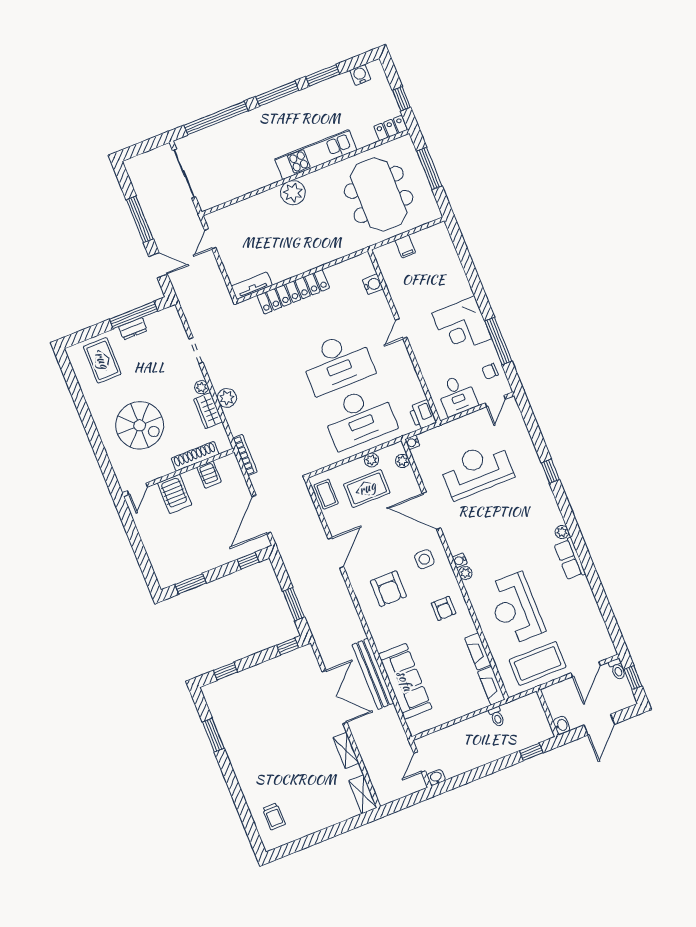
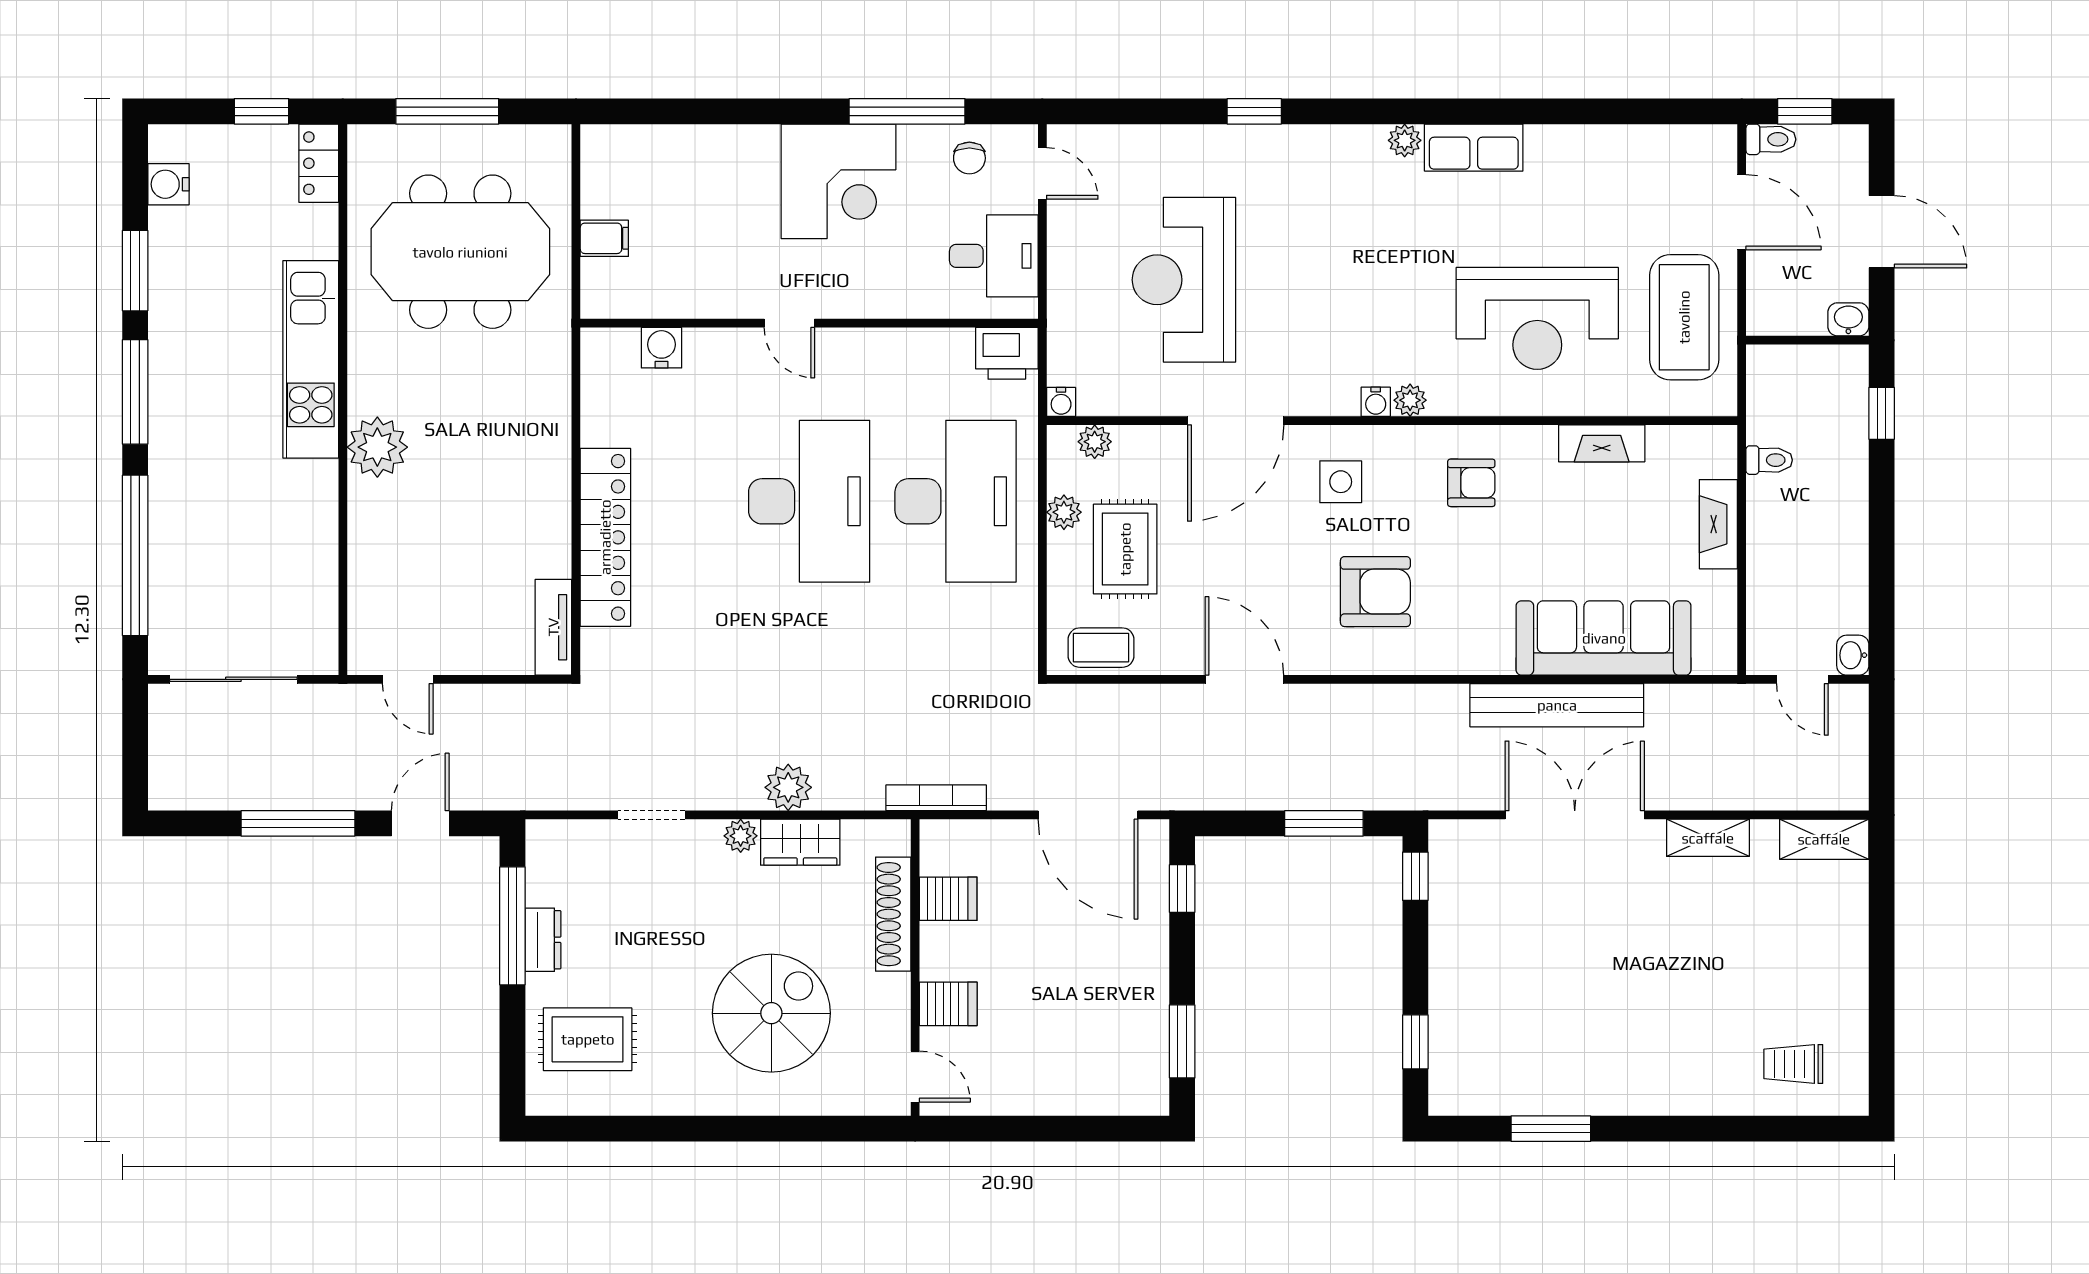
server rack: (175, 494) -> (948, 1004), width x0.73, depth x0.70
fireplace: (491, 686) -> (1718, 524), moved, turned 90
trolley: (274, 816) -> (1793, 1064), turned 180

